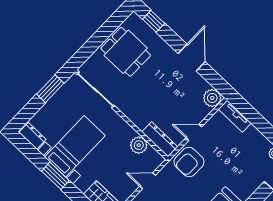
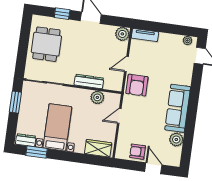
window: (154, 21) -> (62, 14), moved
dining table: (126, 52) -> (46, 44), turned 90
dresser: (160, 139) -> (89, 81), moved
window: (55, 176) -> (37, 152), moved

